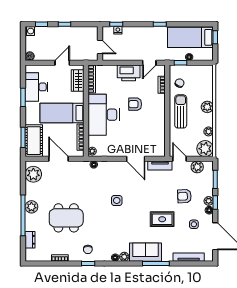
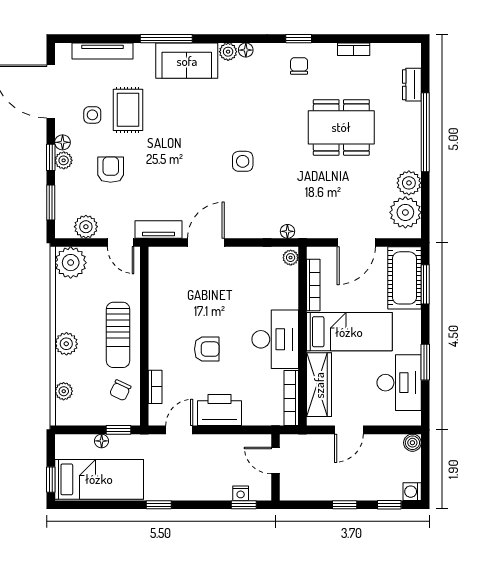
wardrobe: (78, 81) -> (319, 385), width x1.50
desk: (104, 115) -> (275, 339), width x0.73, depth x0.77
plant: (209, 131) -> (64, 391), moved
door: (59, 159) -> (356, 243), hinge flipped
door: (136, 159) -> (206, 243), hinge flipped
armchair: (184, 196) -> (111, 170), turned -87
plant: (31, 207) -> (409, 183), moved
rug: (162, 219) -> (128, 110), moved, turned 90

